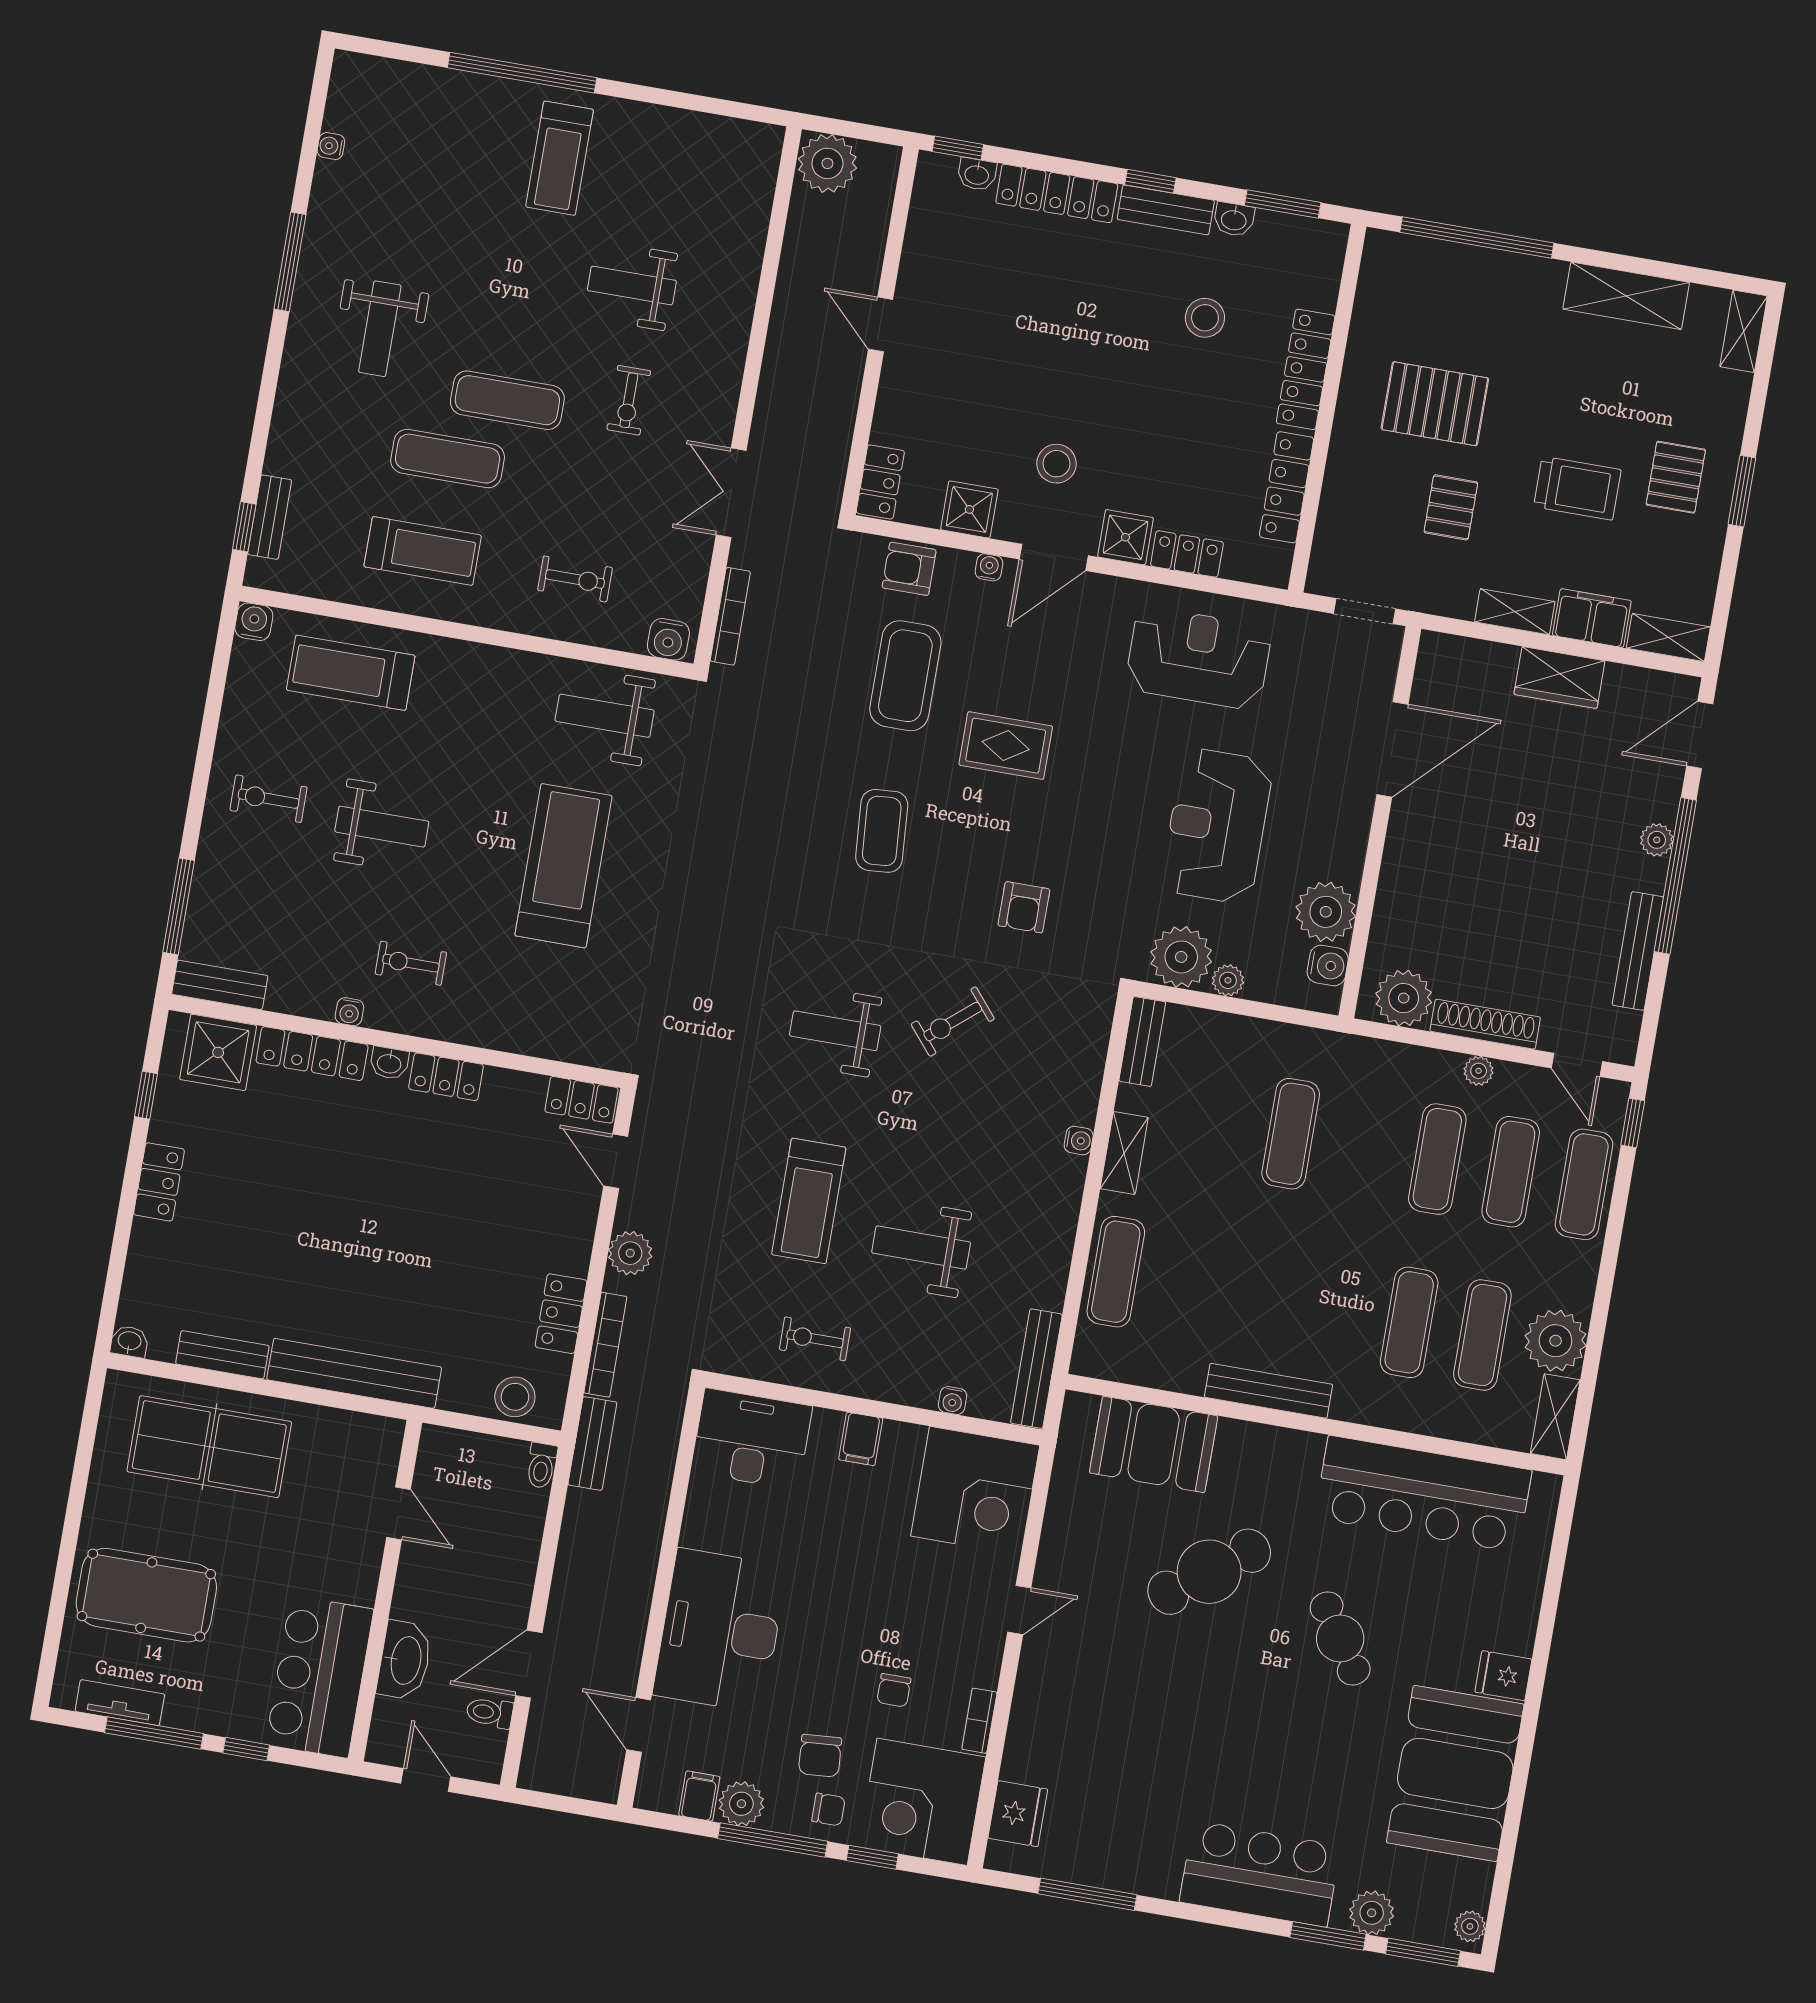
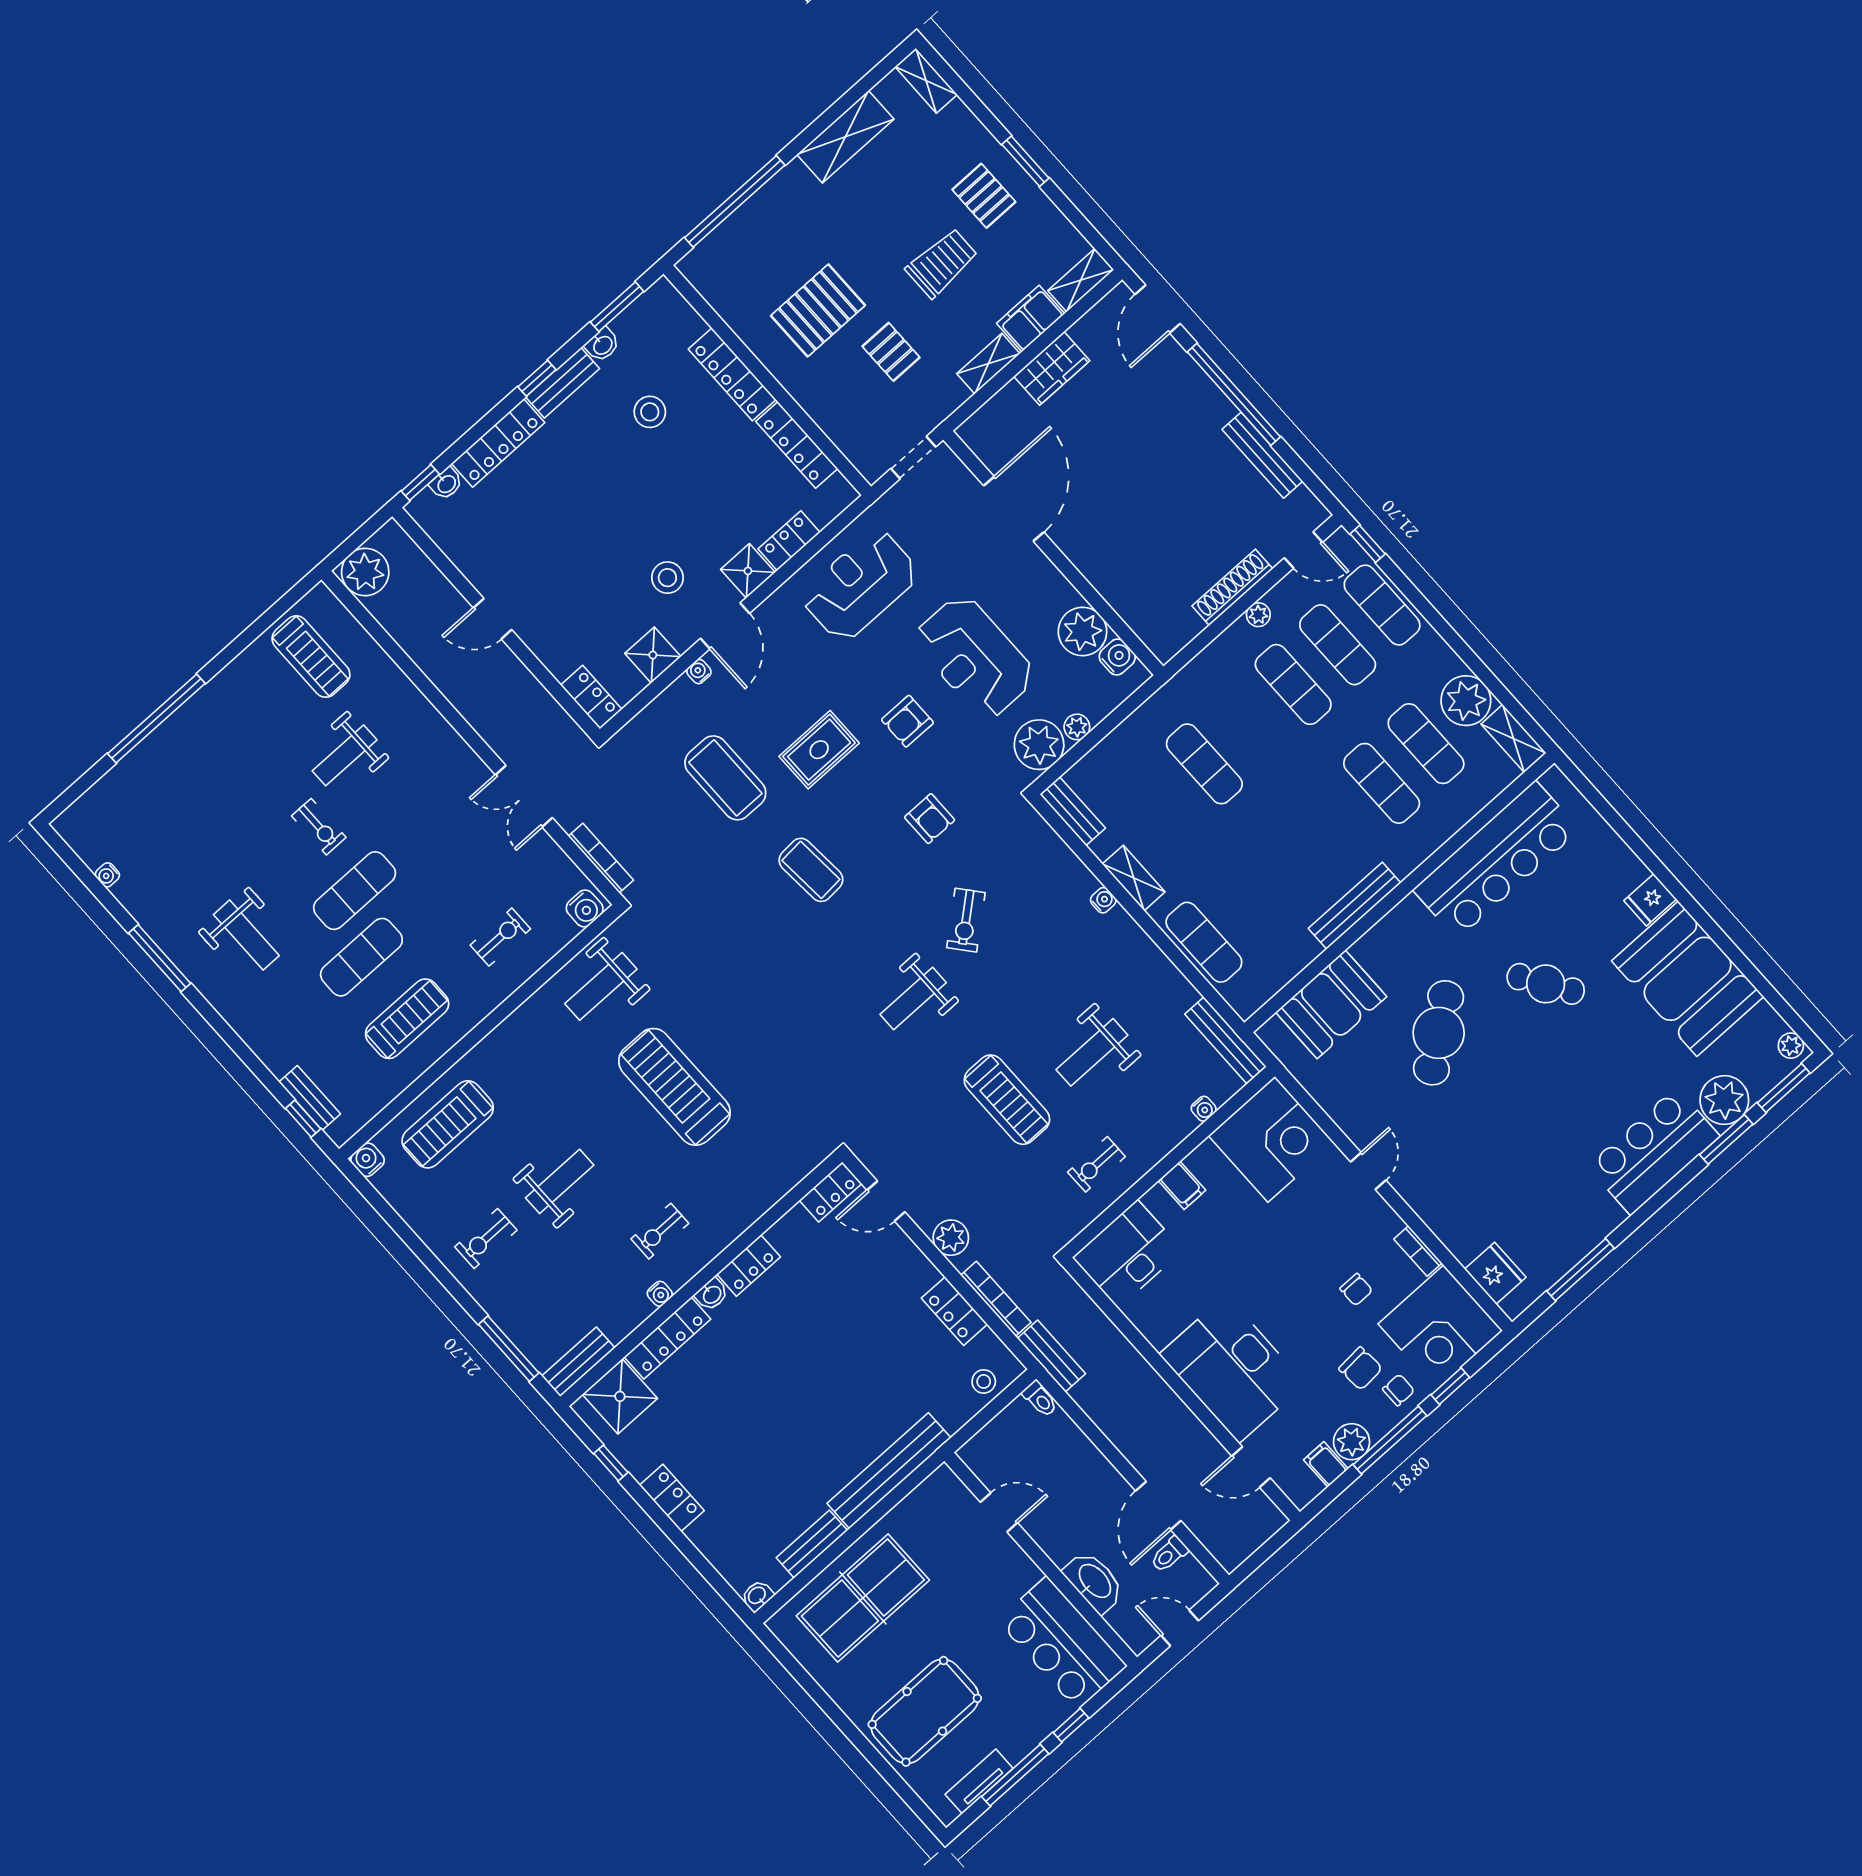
treadmill: (560, 158) -> (311, 657), moved
exercise bike: (629, 400) -> (319, 827), moved
armchair: (909, 569) -> (907, 721), moved
plant: (1657, 840) -> (1202, 388), removed
plant: (1404, 998) -> (1175, 626), removed
stool: (515, 1397) -> (984, 1381), width x0.73, depth x0.73
plant: (1372, 1913) -> (1724, 1100), width x1.36, depth x1.36

